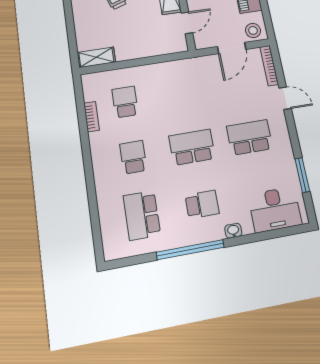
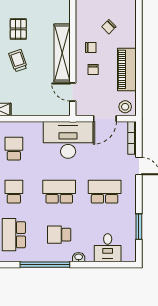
door: (187, 23) -> (73, 92), swing flipped
desk: (192, 80) -> (68, 140), added
school desk: (202, 204) -> (59, 235), turned 180
desk: (275, 209) -> (108, 248), width x0.73

